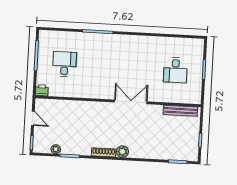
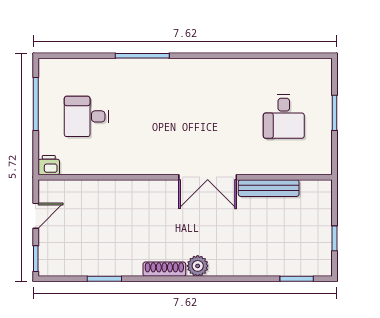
desk: (64, 64) -> (86, 116), turned -90
double door: (131, 102) -> (208, 177), swing flipped
bench: (180, 111) -> (269, 188), moved
door: (33, 118) -> (36, 216), hinge flipped
plant: (56, 149) -> (79, 268), removed

